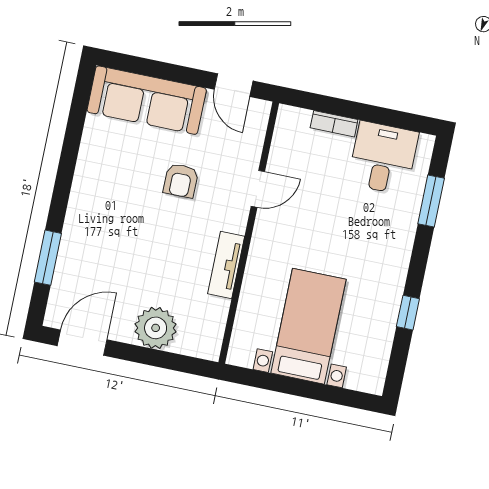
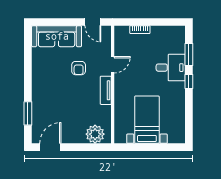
desk: (383, 158) -> (171, 68), moved, turned 90
tv unit: (226, 265) -> (106, 90), moved
window: (408, 313) -> (189, 82), moved
plant: (156, 328) -> (95, 134), moved

